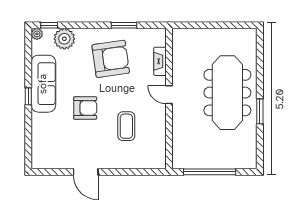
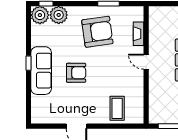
plant: (37, 34) -> (40, 15), width x1.87, depth x1.87
sofa: (43, 84) -> (41, 71), moved
coffee table: (126, 126) -> (117, 108), moved

